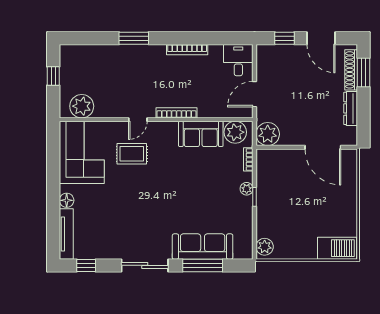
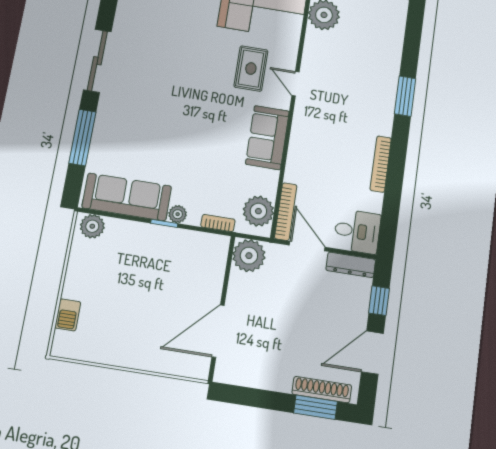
dresser: (351, 108) -> (351, 265), moved, turned 180
bookcase: (176, 113) -> (286, 212), moved
sofa: (201, 134) -> (267, 138), moved
sofa: (203, 247) -> (127, 197), moved, turned -90
barbecue: (337, 248) -> (68, 315), width x0.53, depth x0.65

